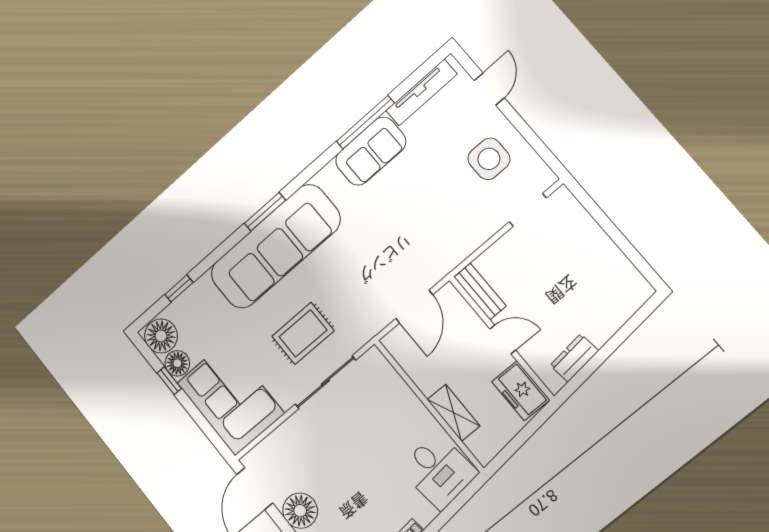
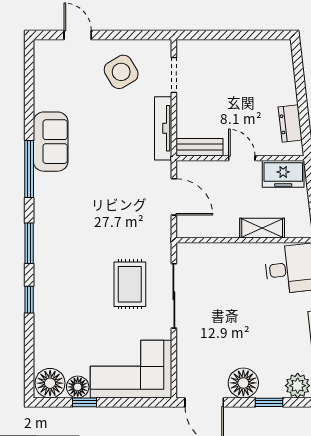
tv unit: (421, 92) -> (163, 128), moved, turned 180
window: (365, 122) -> (29, 169), moved
side table: (489, 159) -> (121, 72), turned -31
sofa: (275, 247) -> (58, 255), removed
window: (179, 288) -> (29, 300), moved
door: (503, 340) -> (242, 158), hinge flipped

